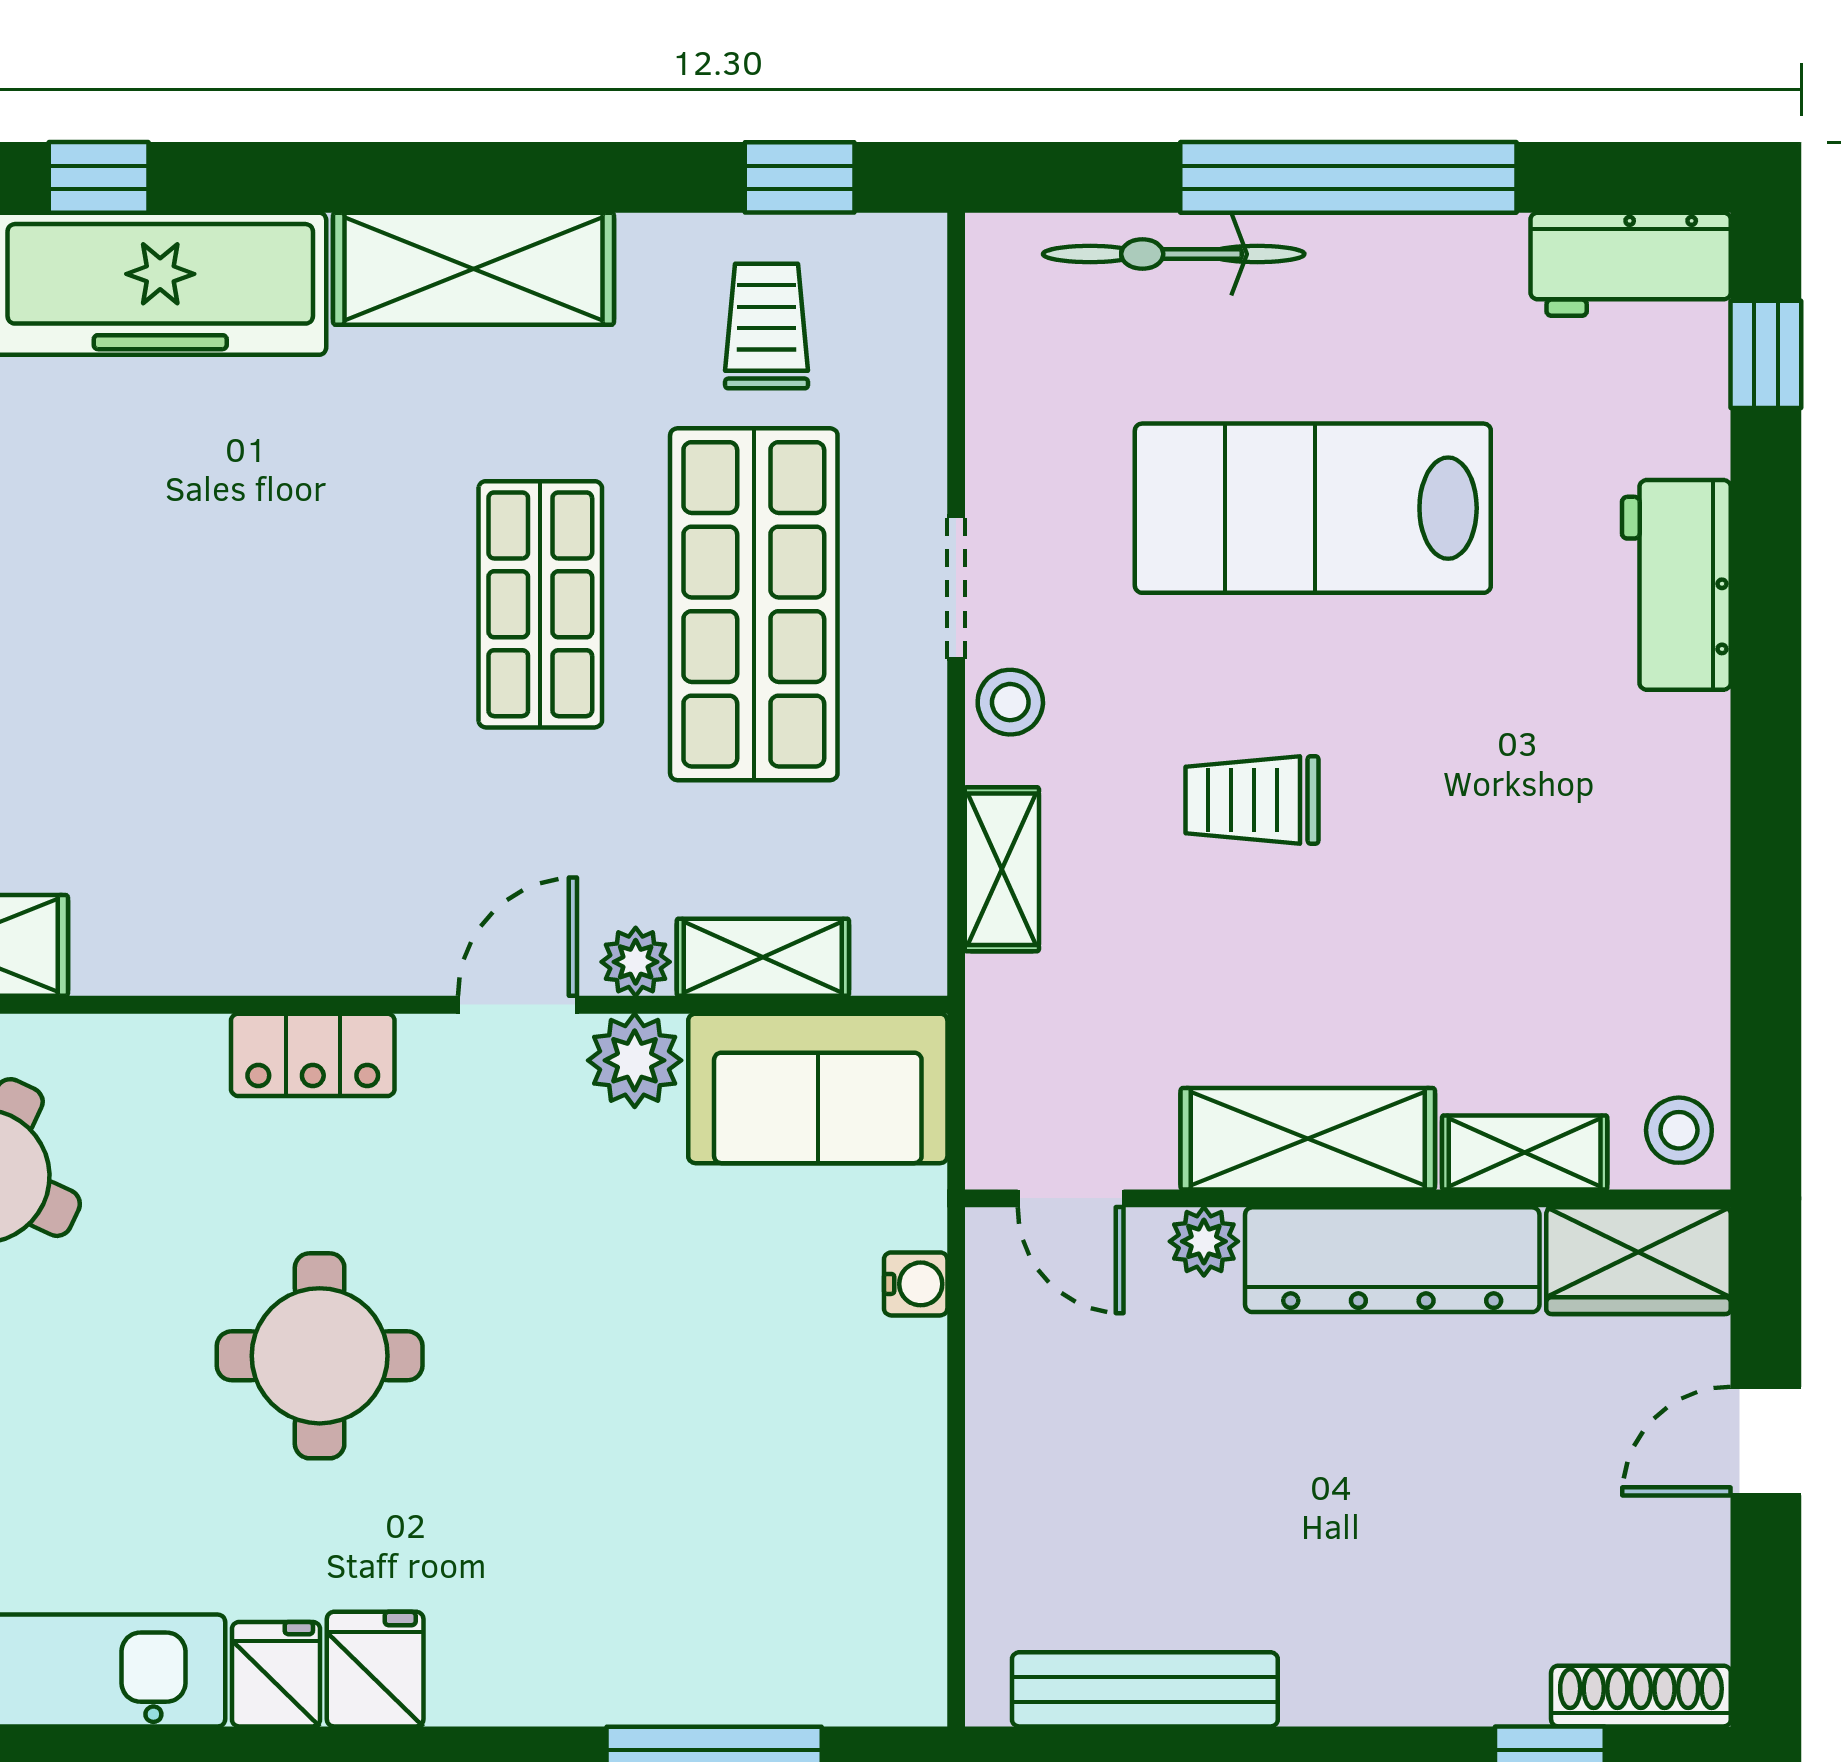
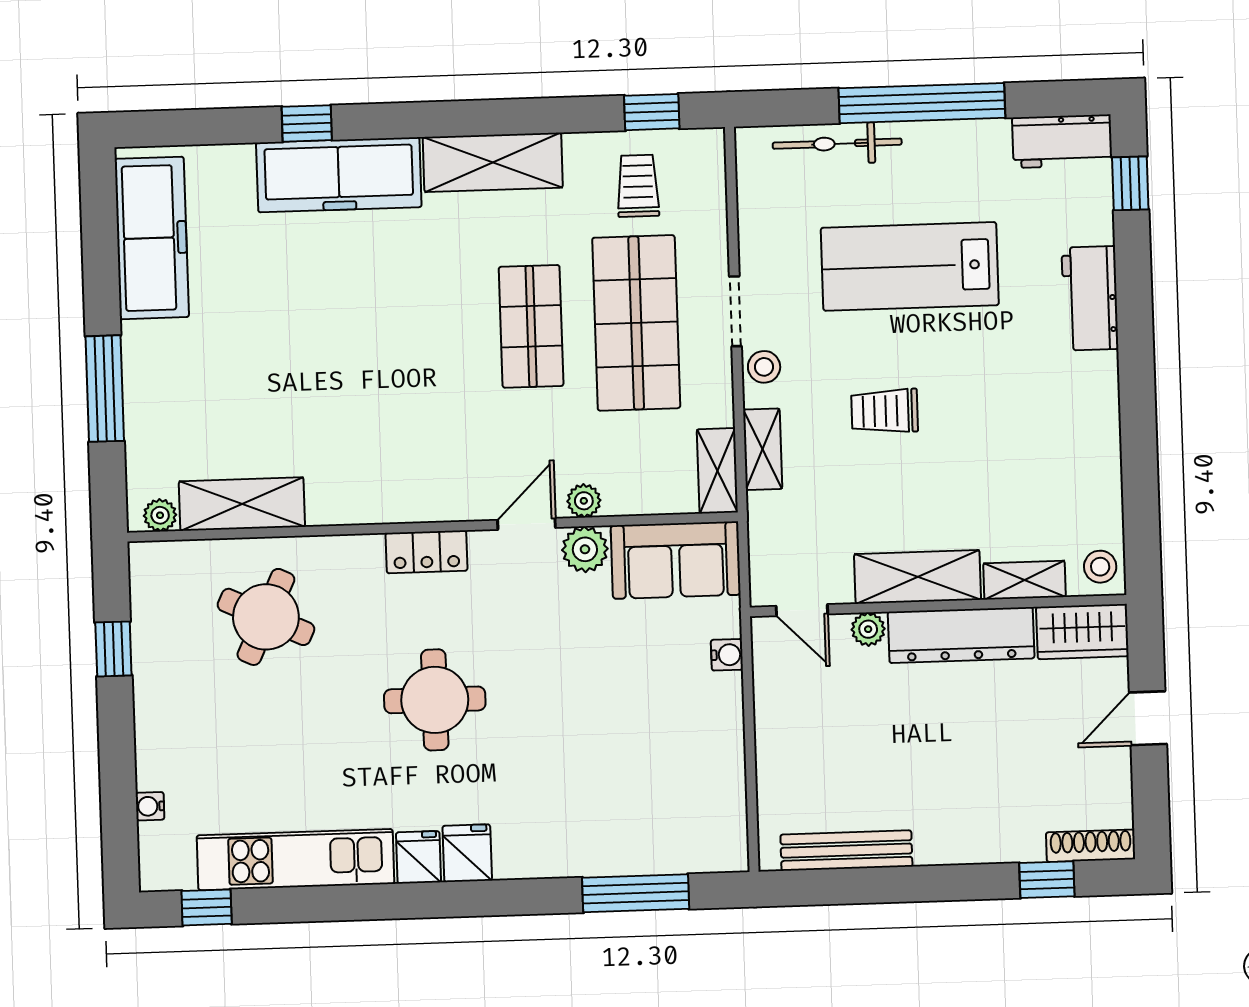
shelving: (763, 957) -> (717, 471), moved, turned 90

